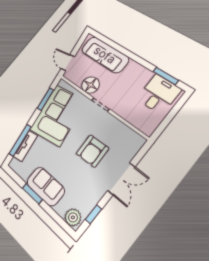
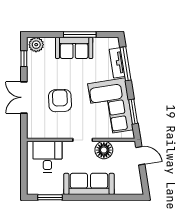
sofa: (105, 55) -> (89, 184), moved
desk: (159, 94) -> (47, 157), moved, turned 180
window: (32, 194) -> (80, 35), width x1.44

